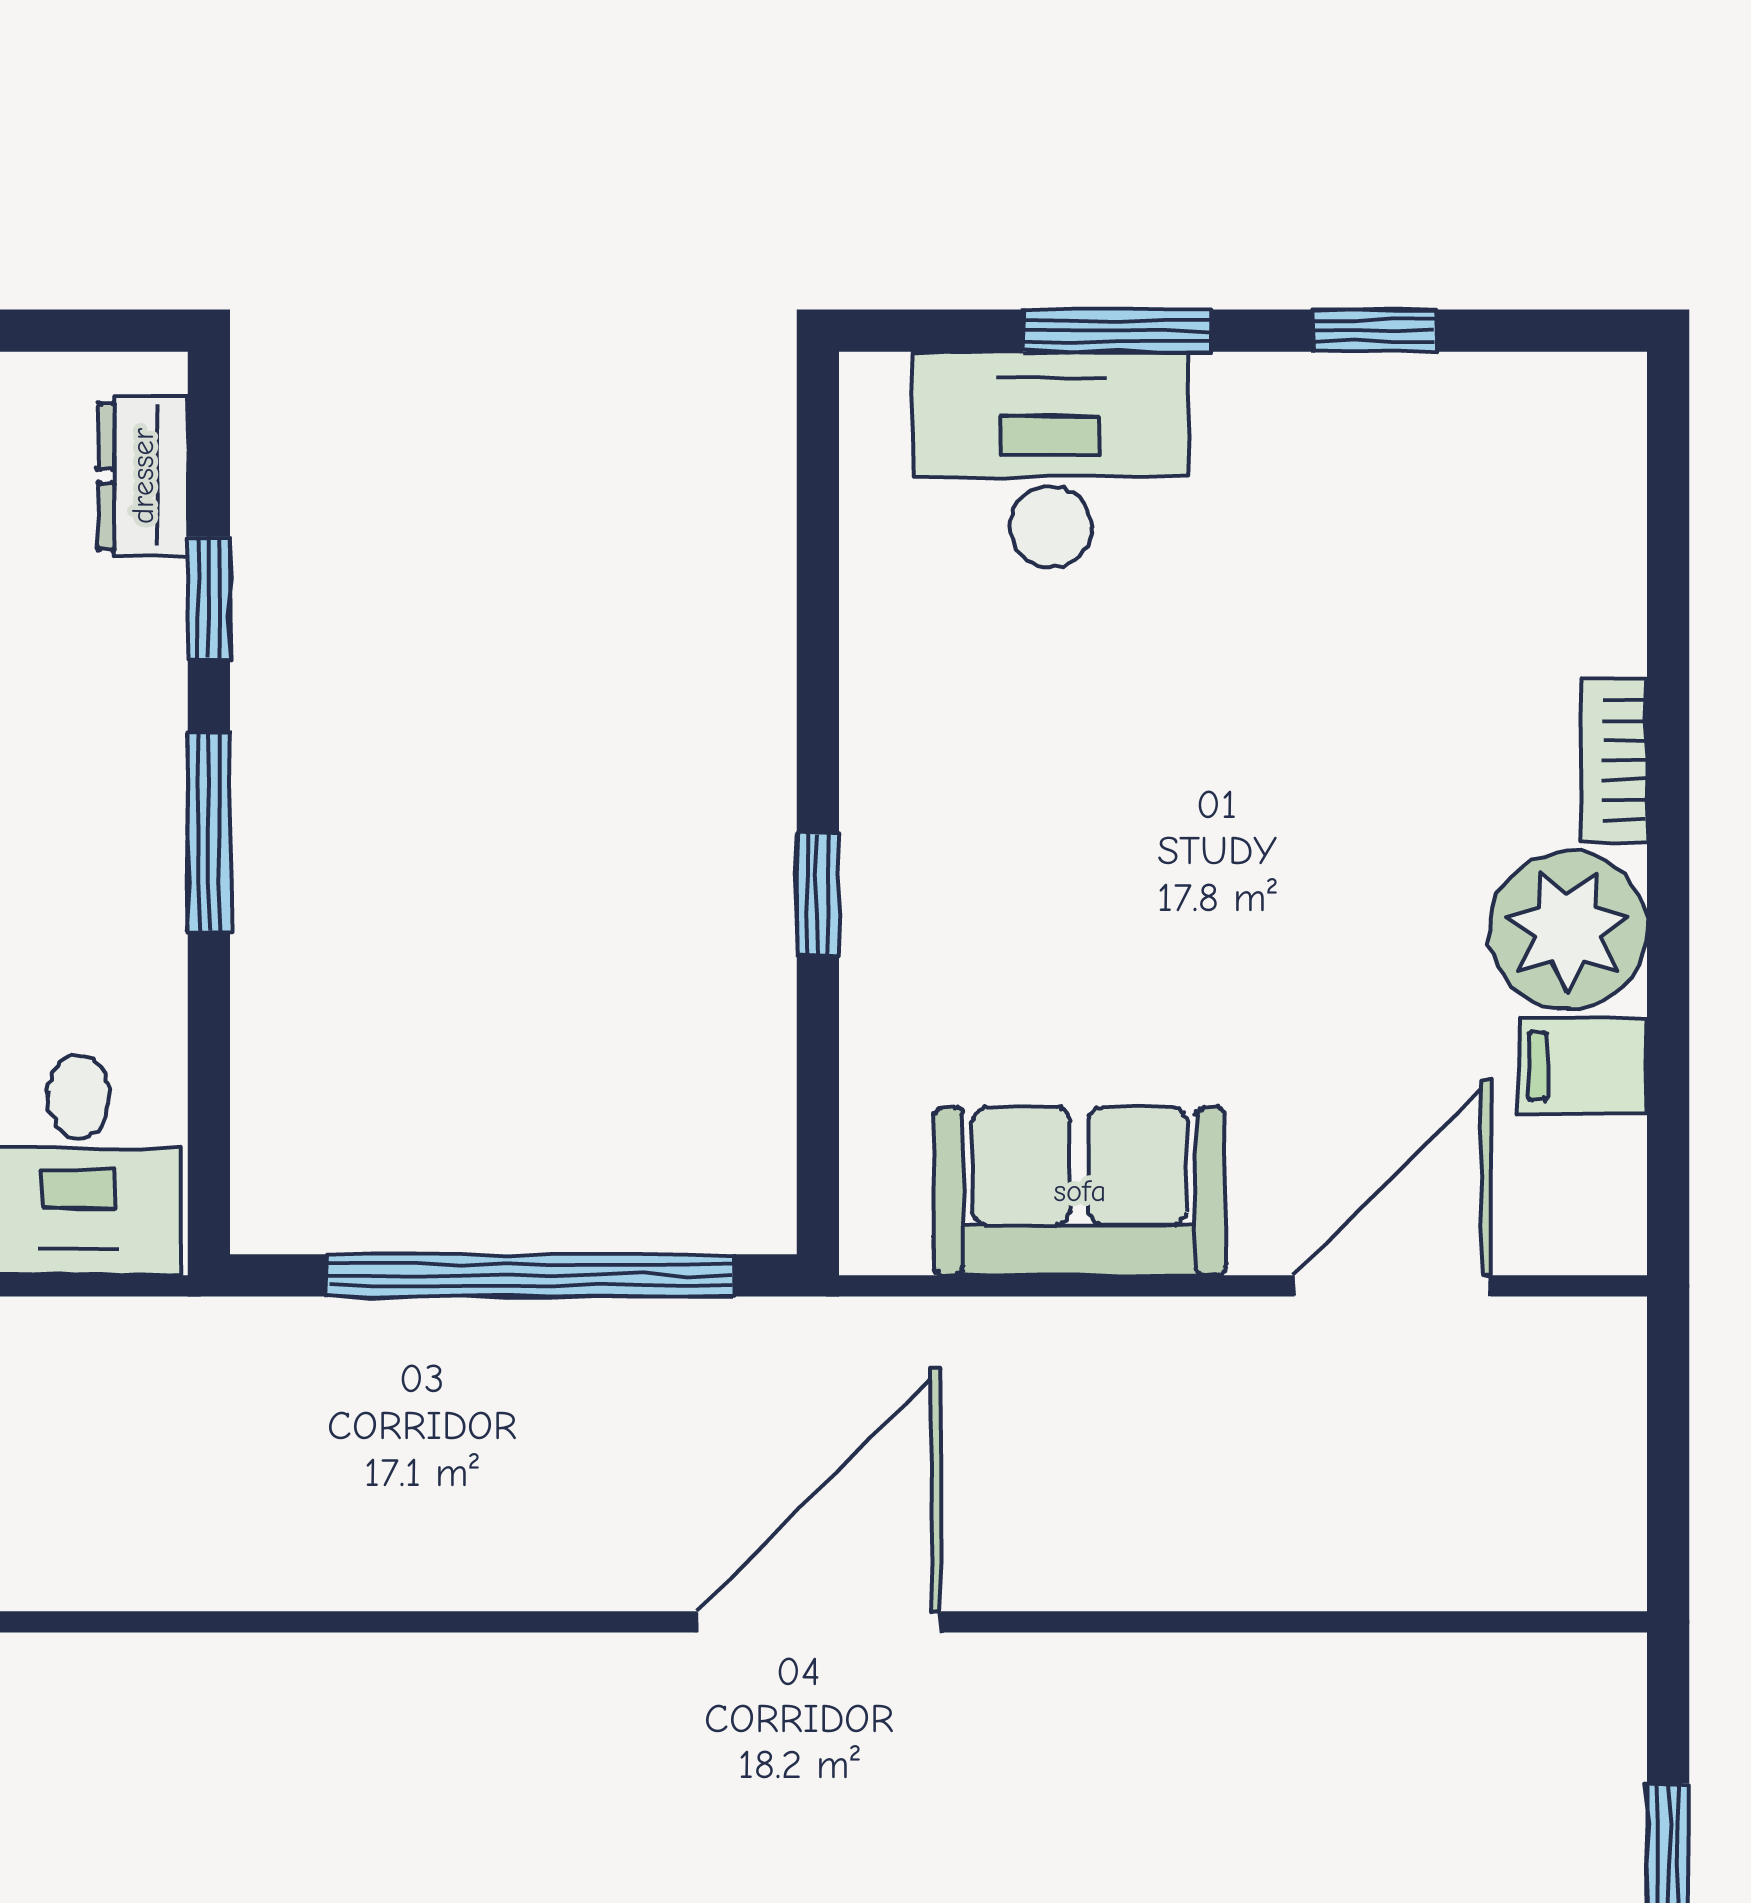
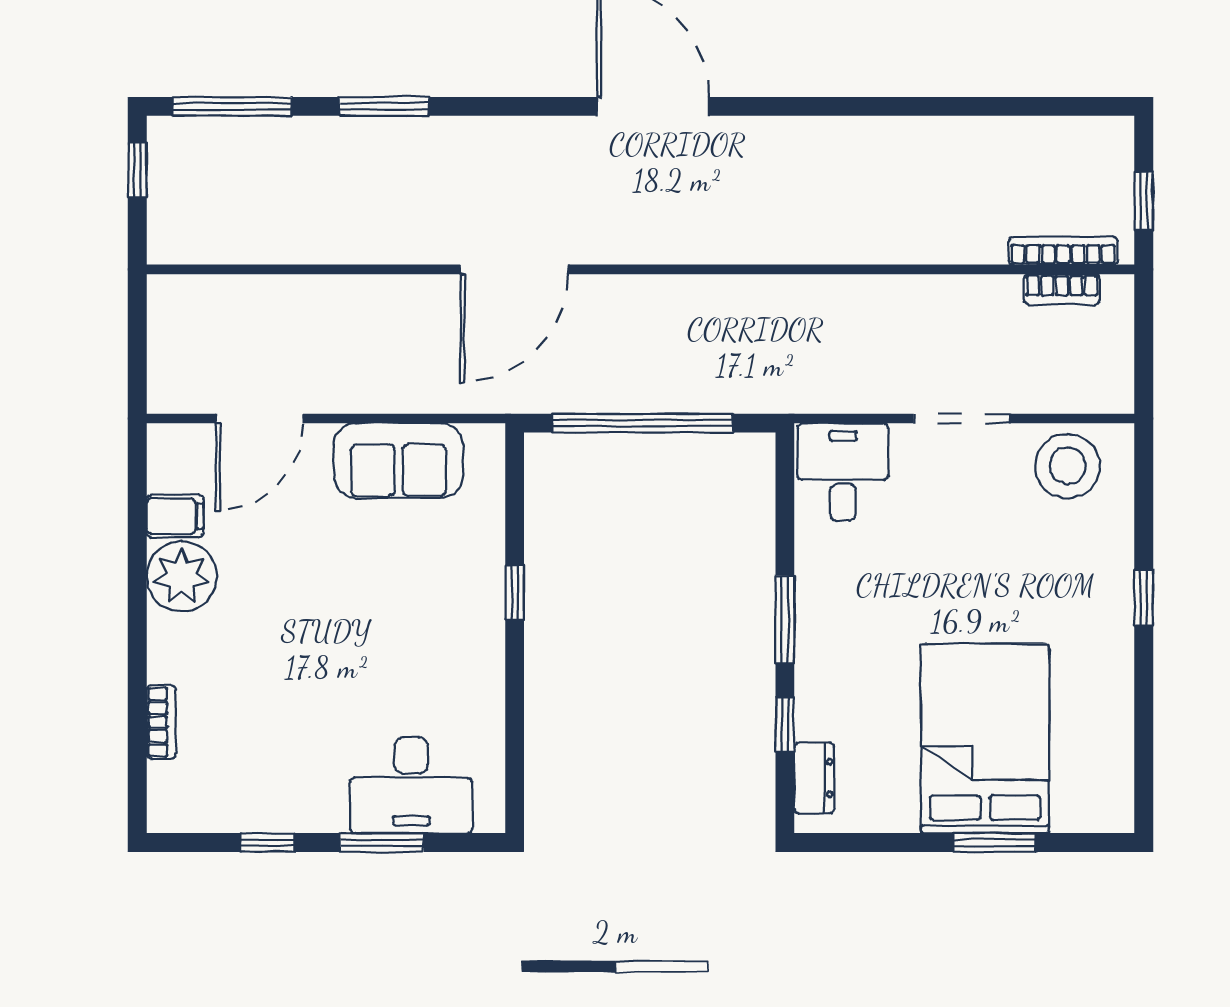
bookcase: (1614, 760) -> (161, 722), moved

